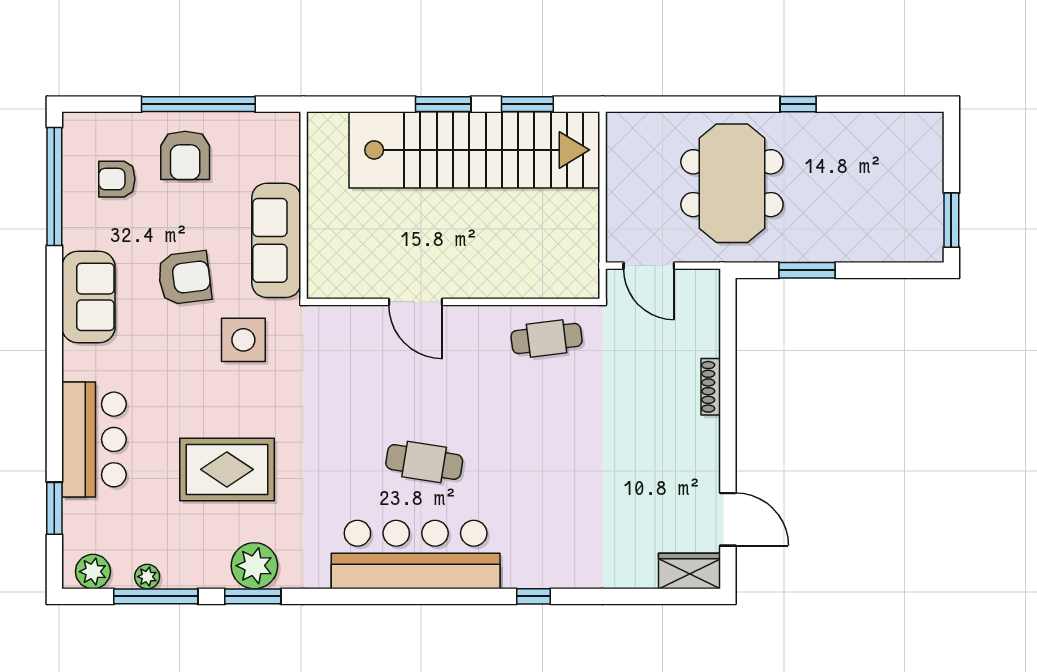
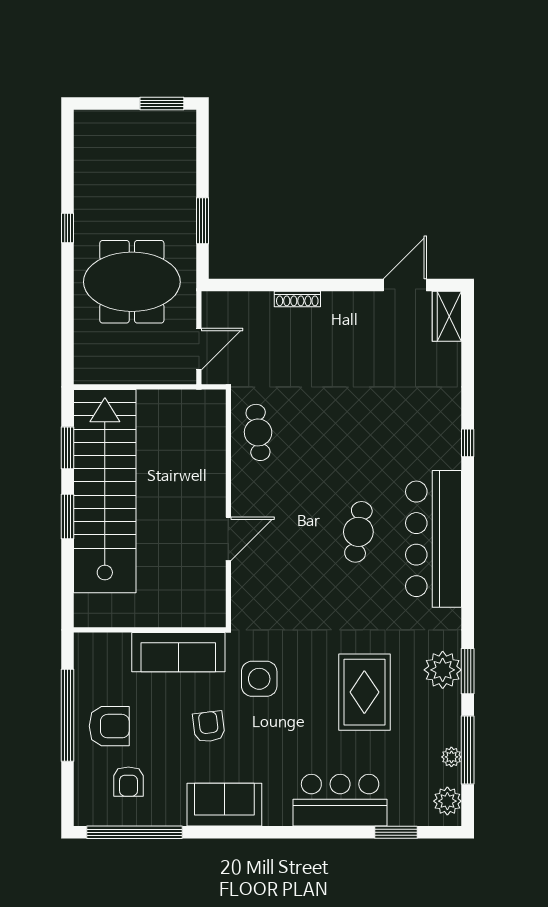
armchair: (184, 278) -> (209, 727), width x0.72, depth x0.72

